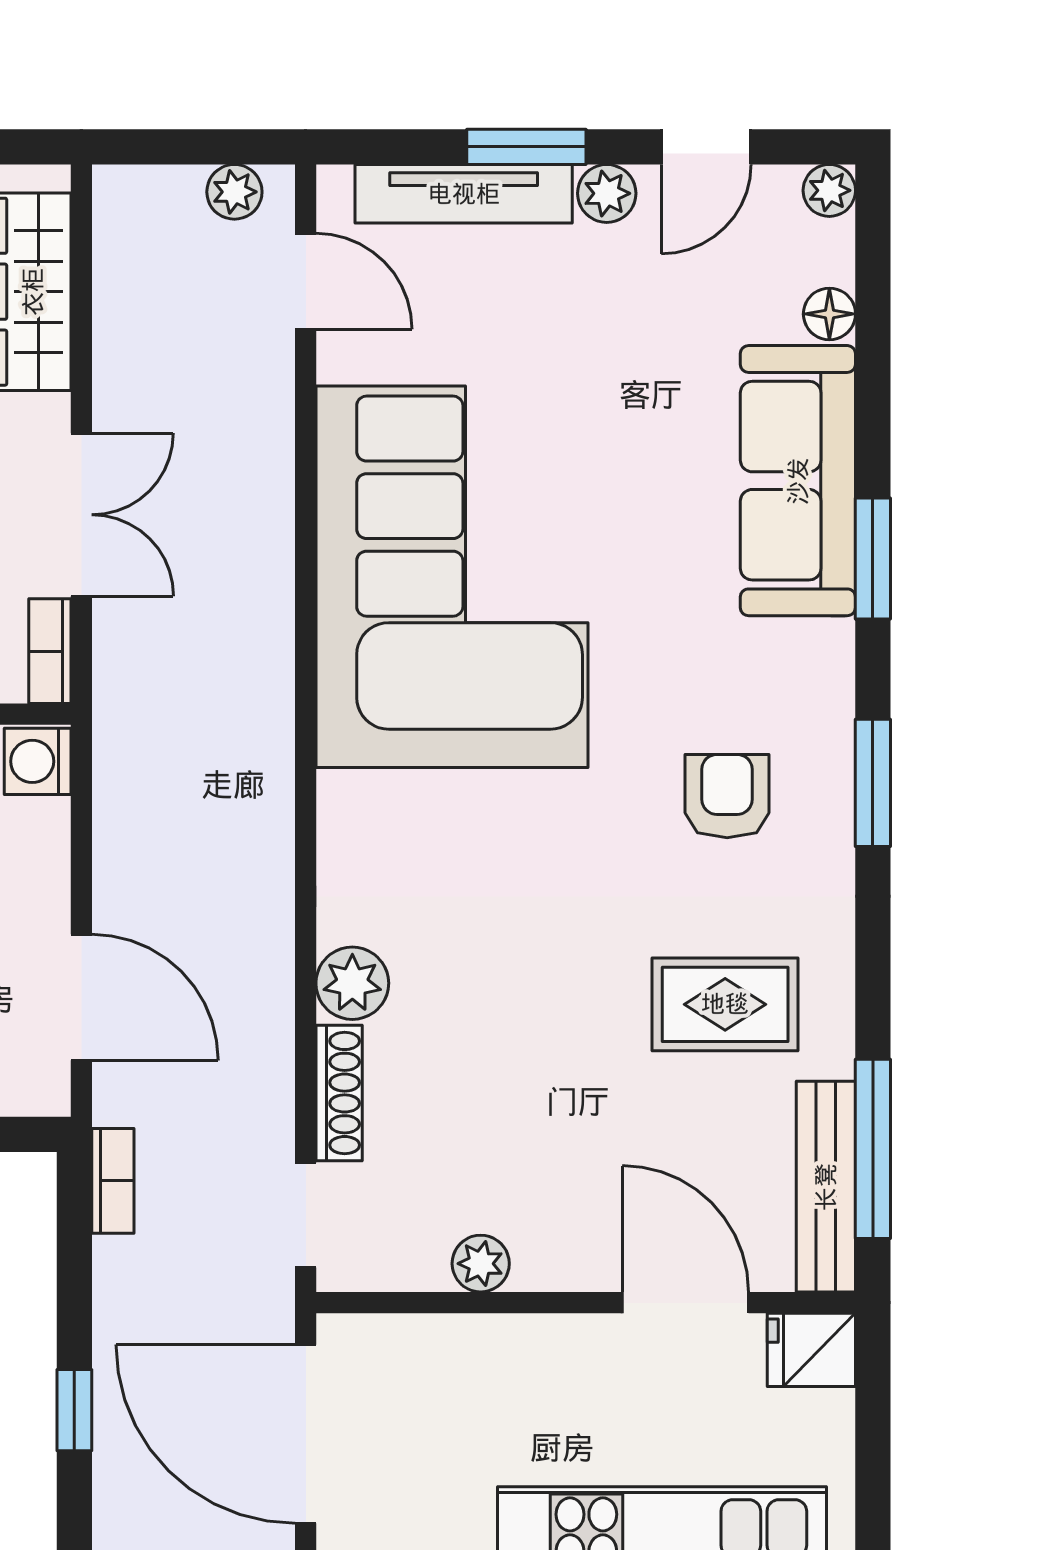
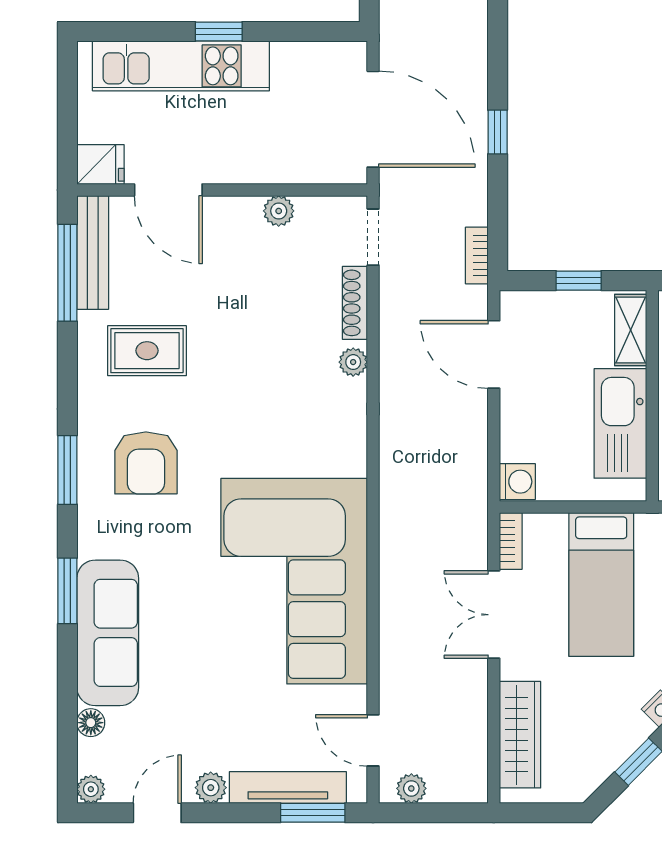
window: (526, 147) -> (313, 813), moved
armchair: (727, 796) -> (146, 463), width x1.38, depth x1.38
plant: (352, 983) -> (353, 362), width x0.73, depth x0.73

